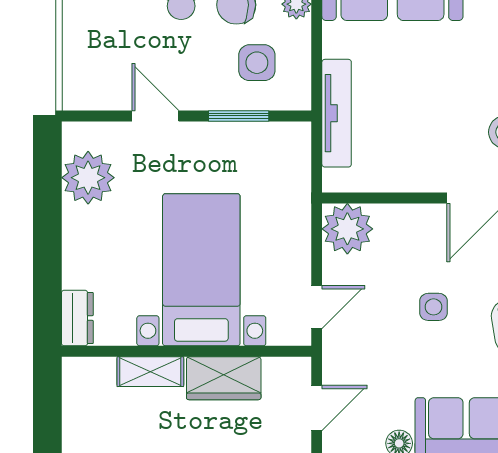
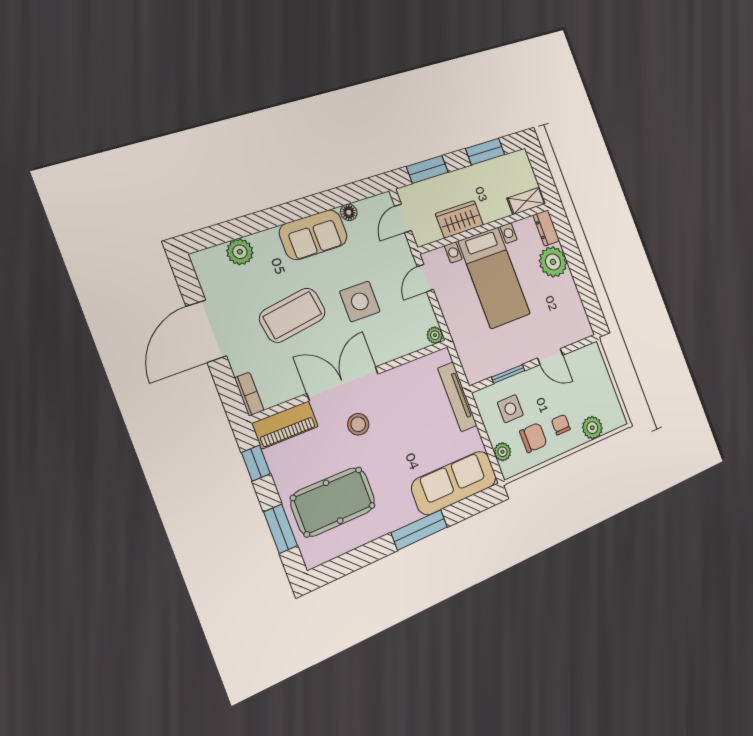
plant: (88, 178) -> (553, 262), moved
plant: (347, 229) -> (435, 335), width x0.53, depth x0.53
side table: (434, 307) -> (360, 301), width x1.87, depth x1.87
shelving: (150, 372) -> (526, 201), moved

